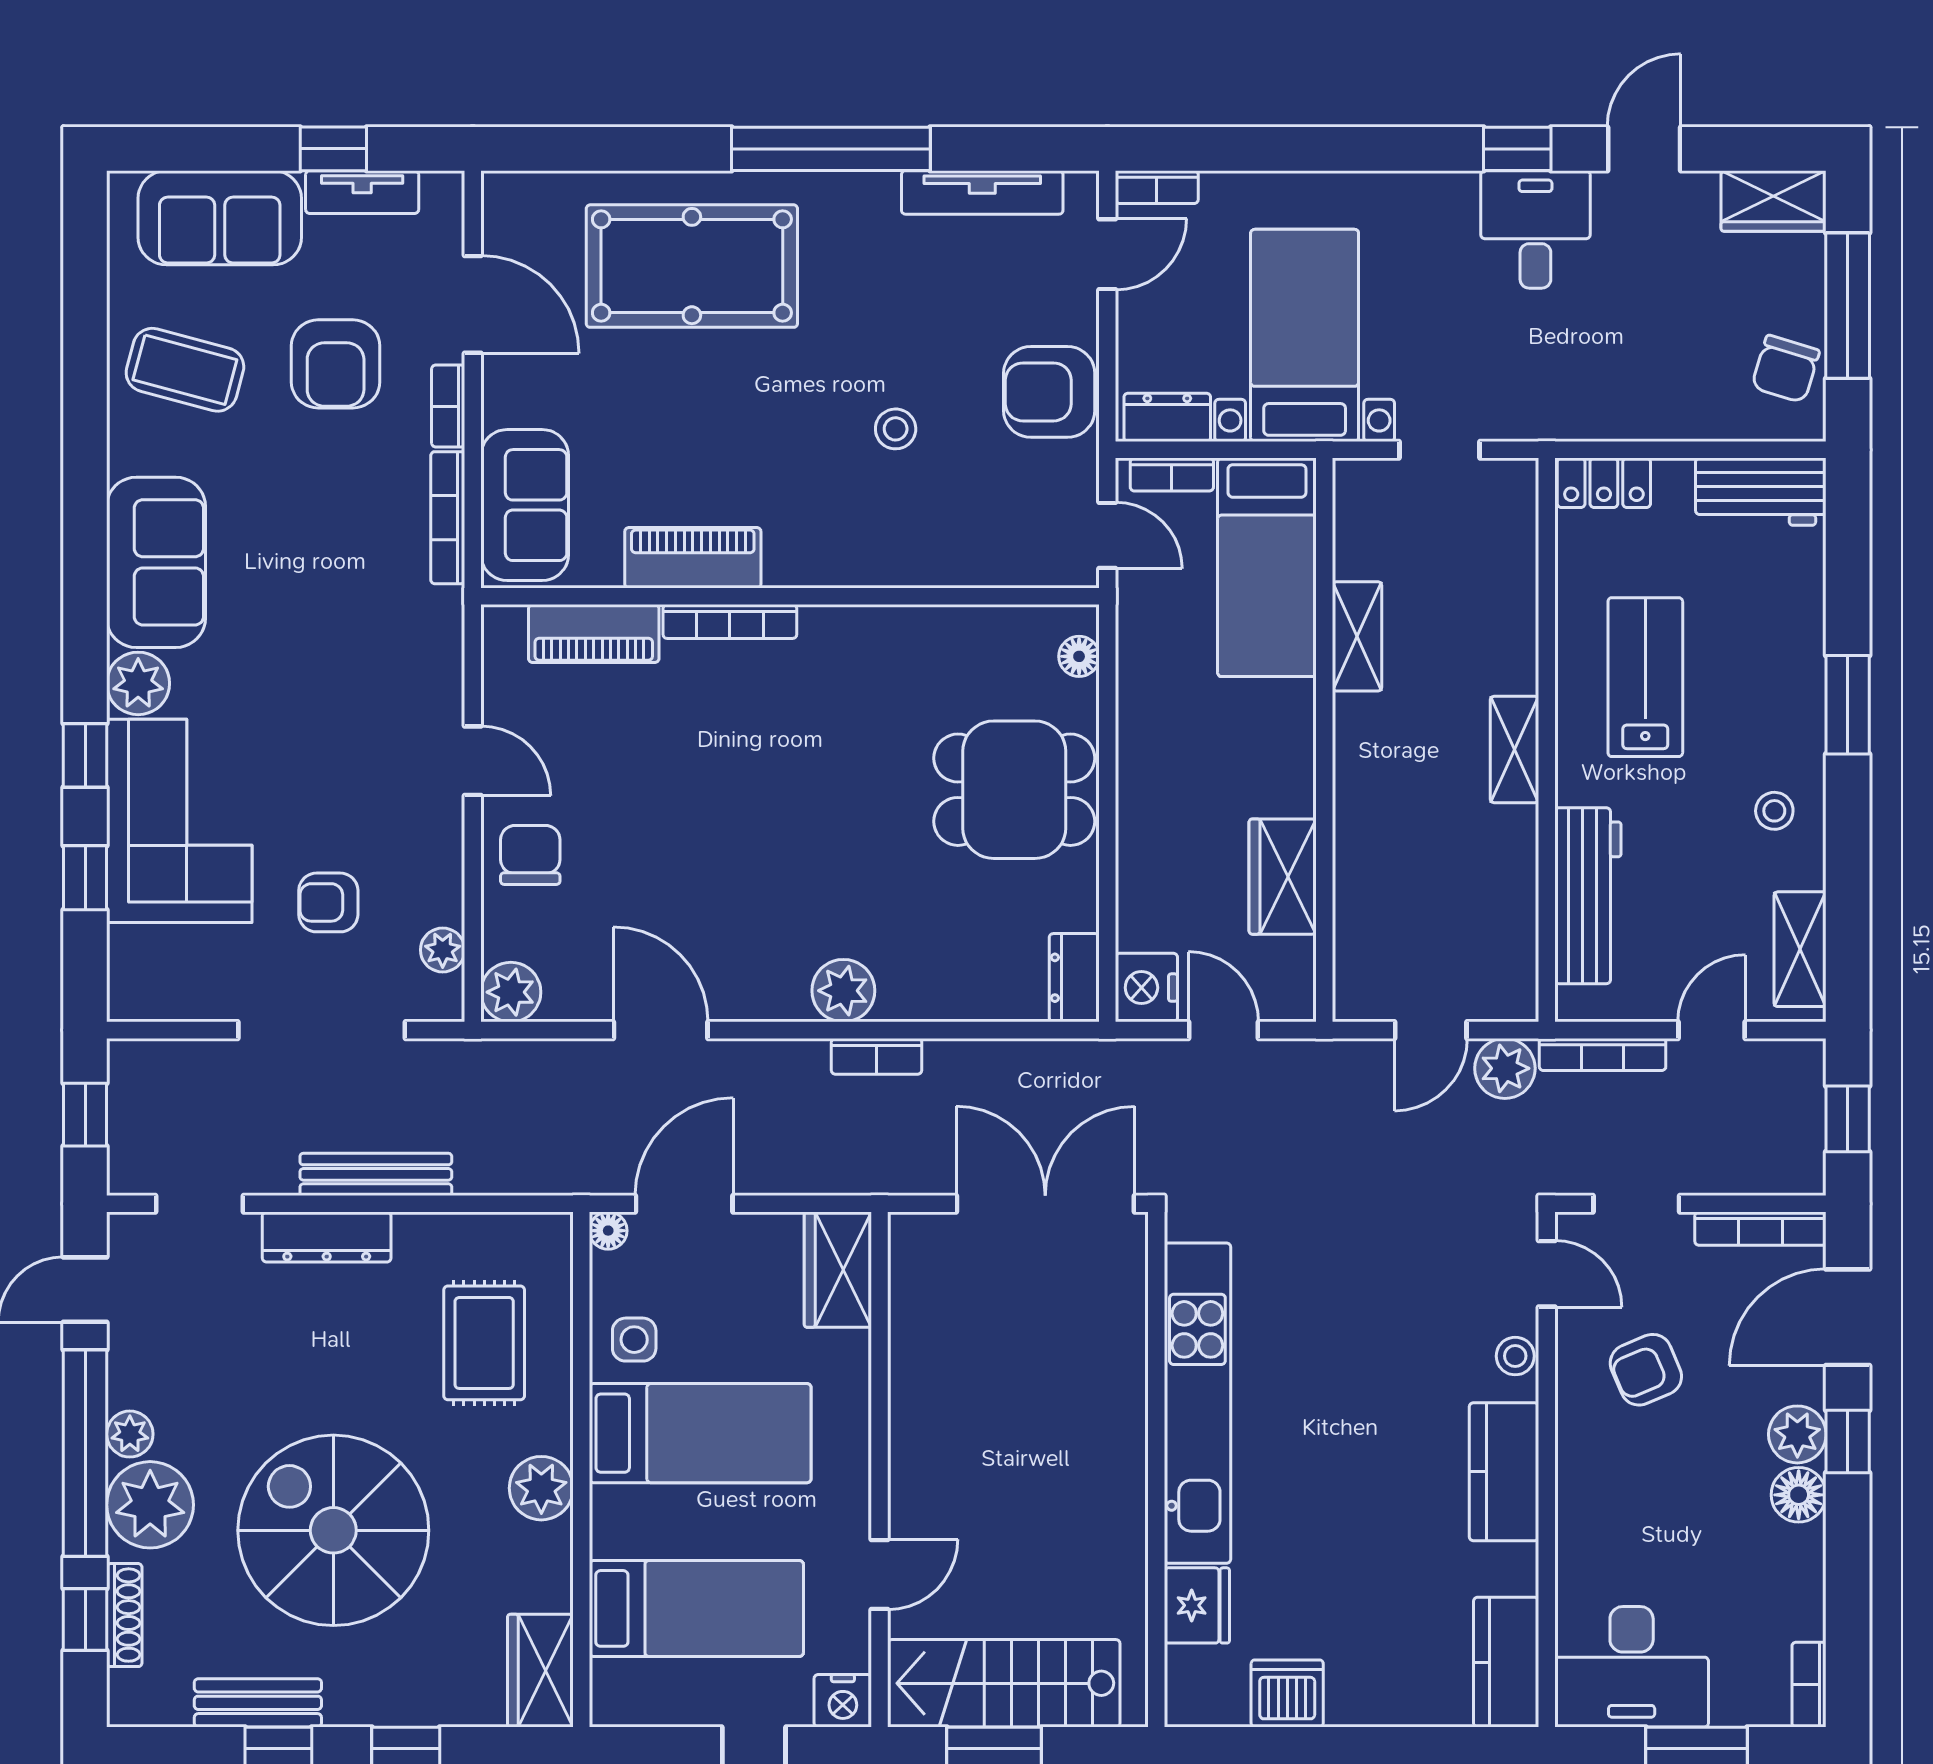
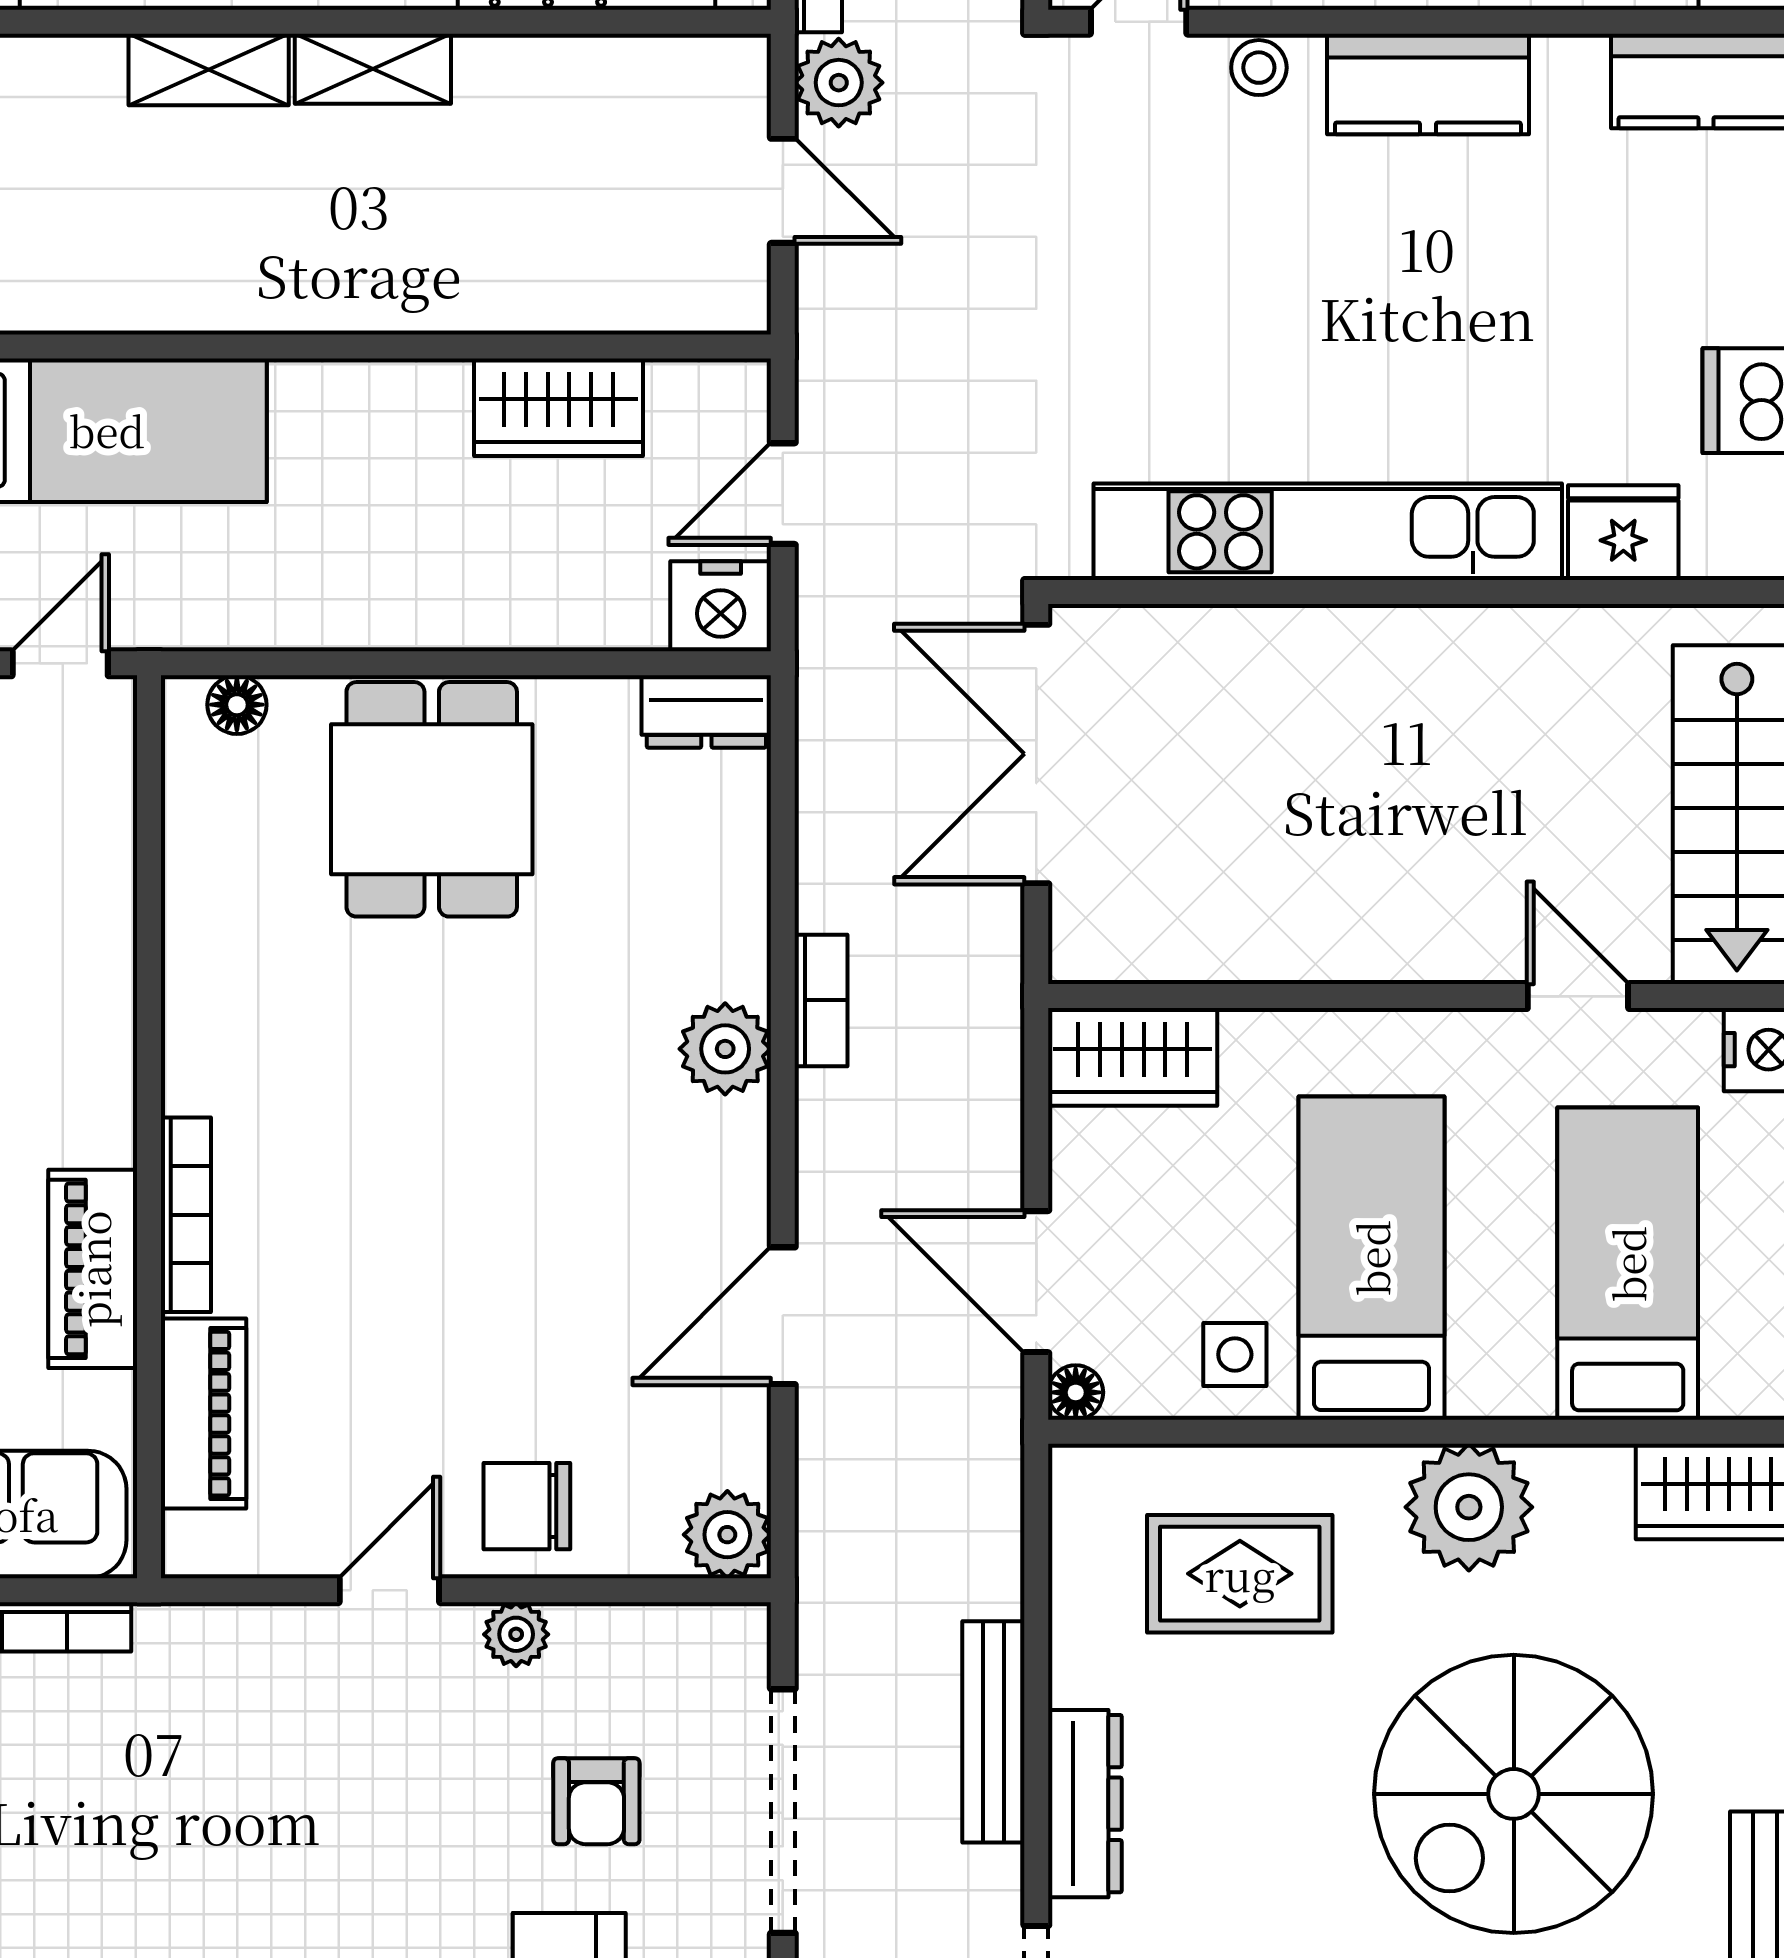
shelving: (1357, 636) -> (209, 69), moved
plant: (443, 950) -> (516, 1634), moved
plant: (541, 1488) -> (1469, 1507), width x1.36, depth x1.36

